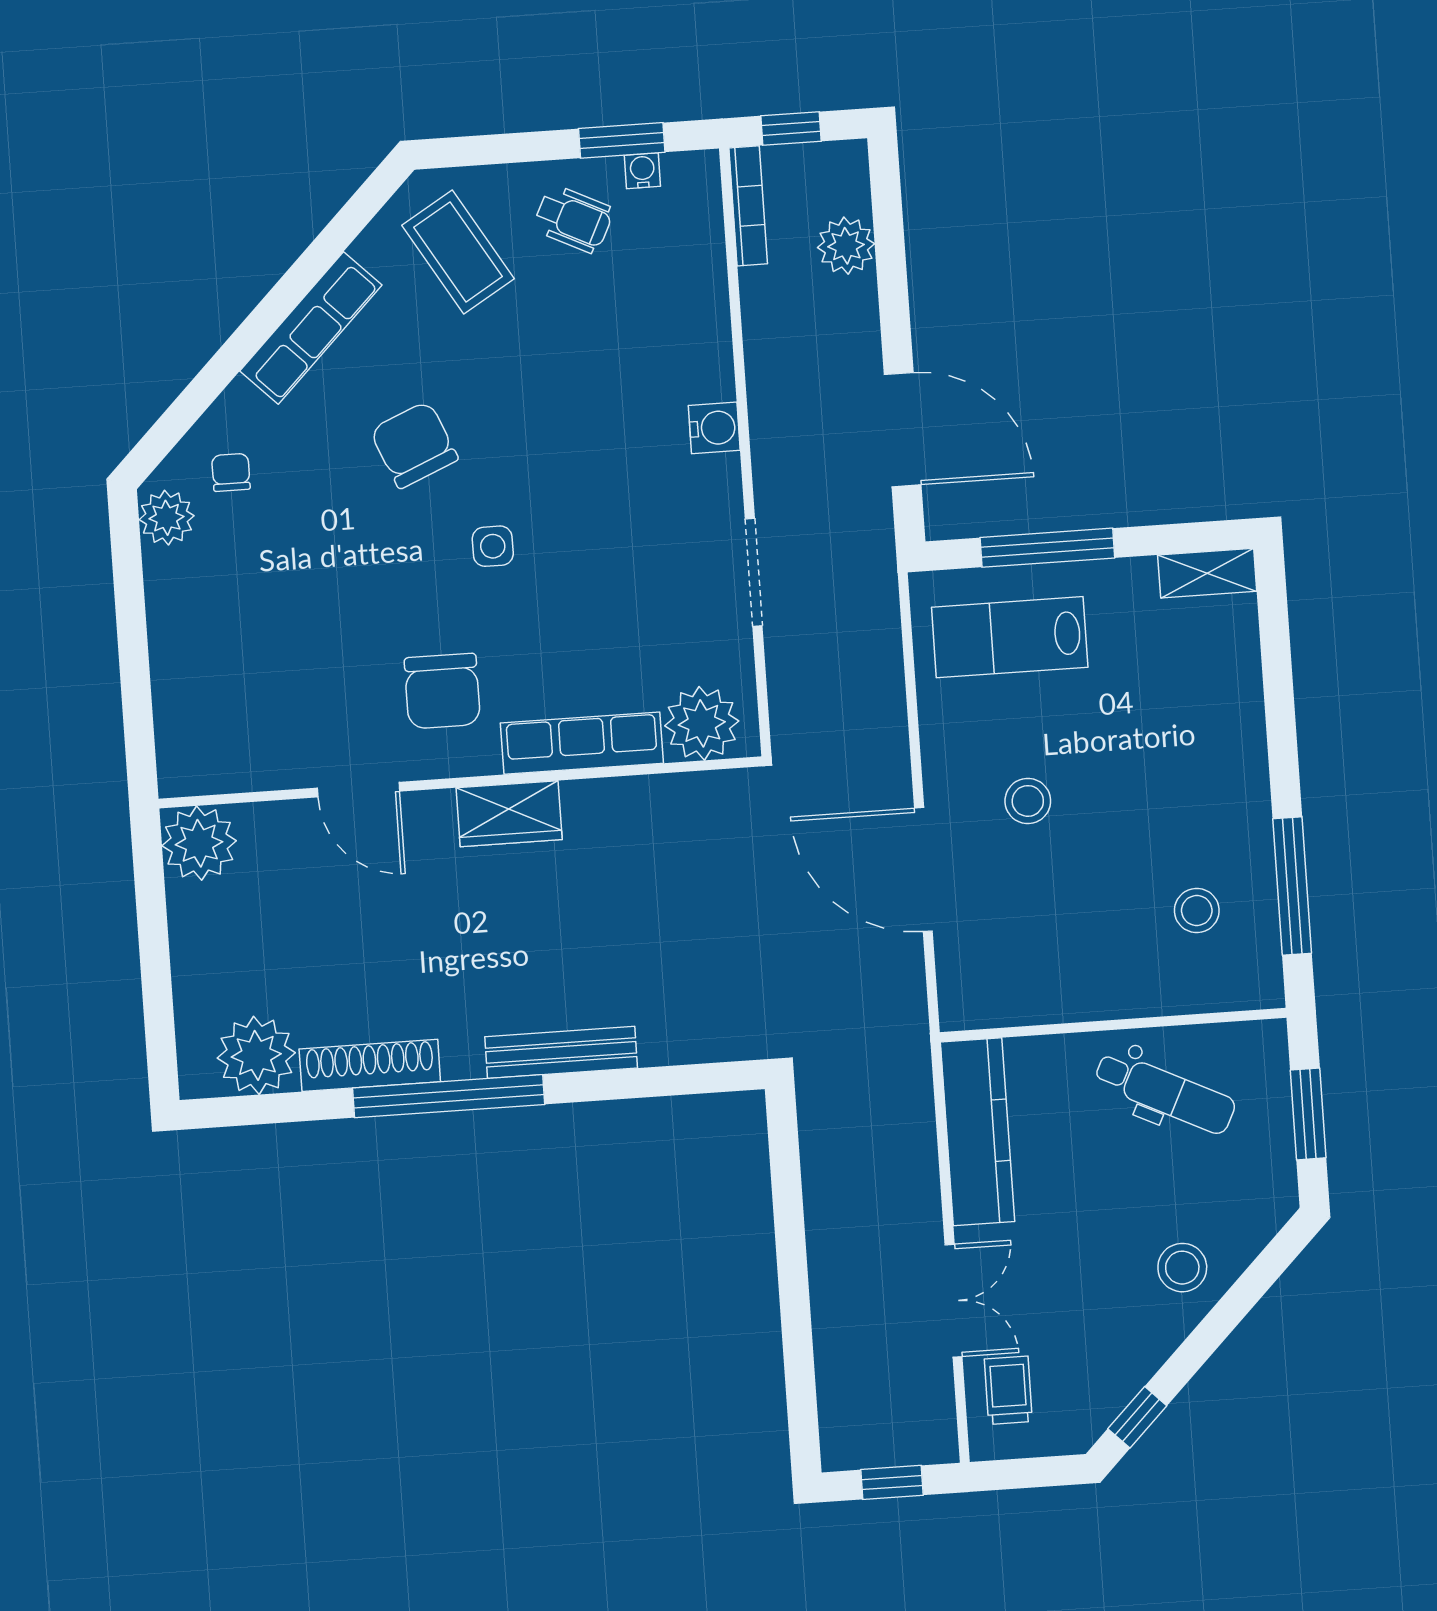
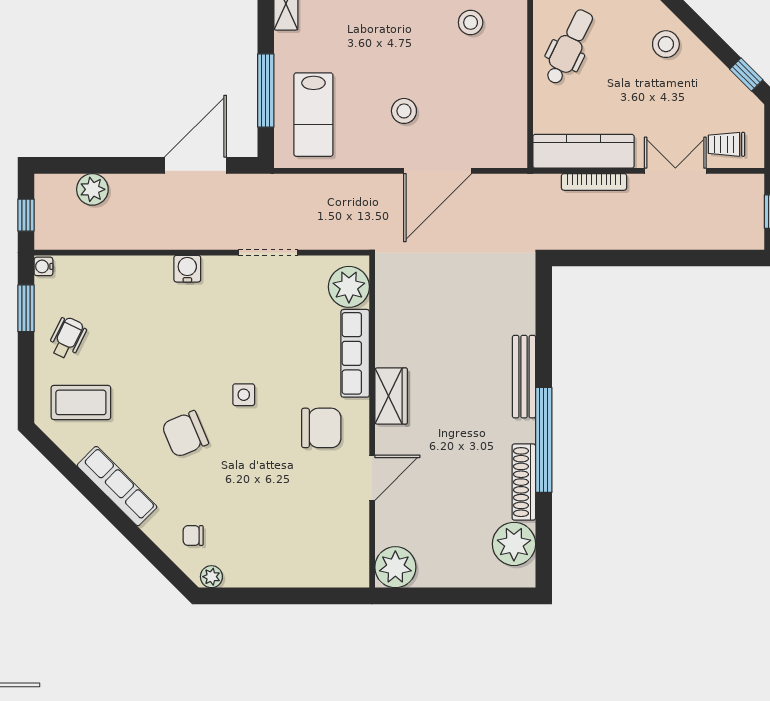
water cooler: (642, 171) -> (43, 266), moved
bookcase: (748, 206) -> (594, 182), moved, turned 180
coffee table: (458, 252) -> (81, 402), turned 31
plant: (167, 518) -> (211, 577), width x0.73, depth x0.73

